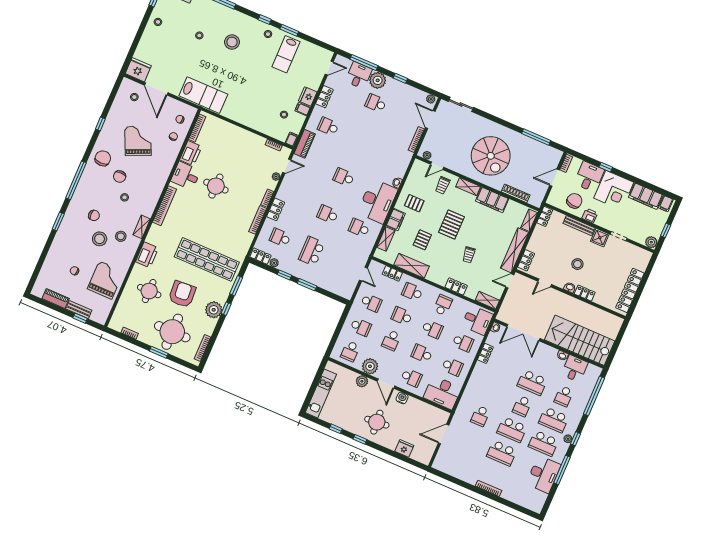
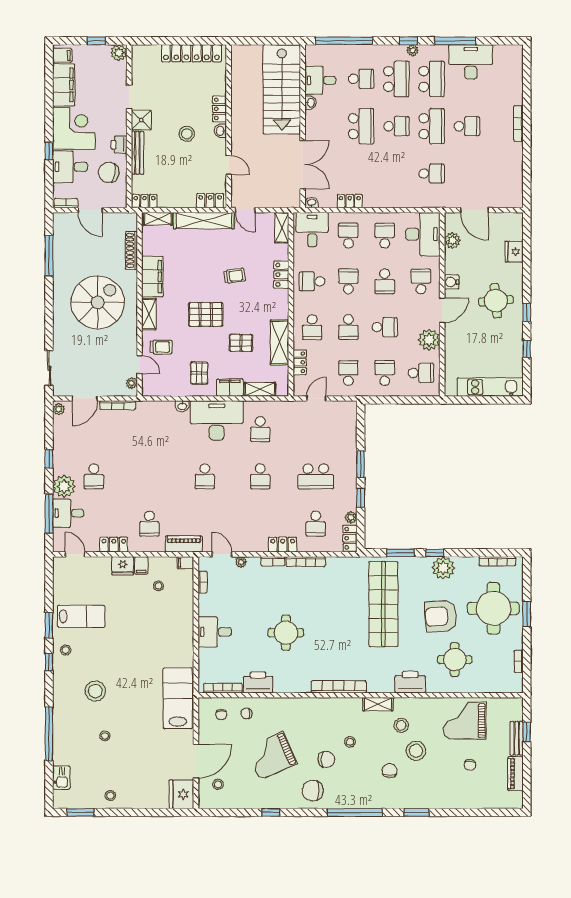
desk: (186, 176) -> (215, 632), moved, turned 90
plant: (362, 381) -> (452, 240), moved
school desk: (502, 453) -> (467, 126), width x0.54

